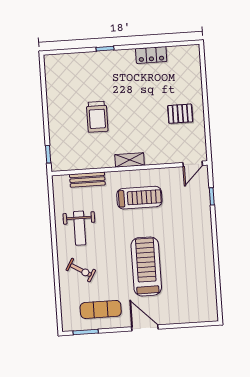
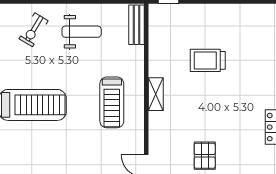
bench: (87, 180) -> (136, 25), moved
weight bench: (80, 228) -> (82, 32), turned 180

